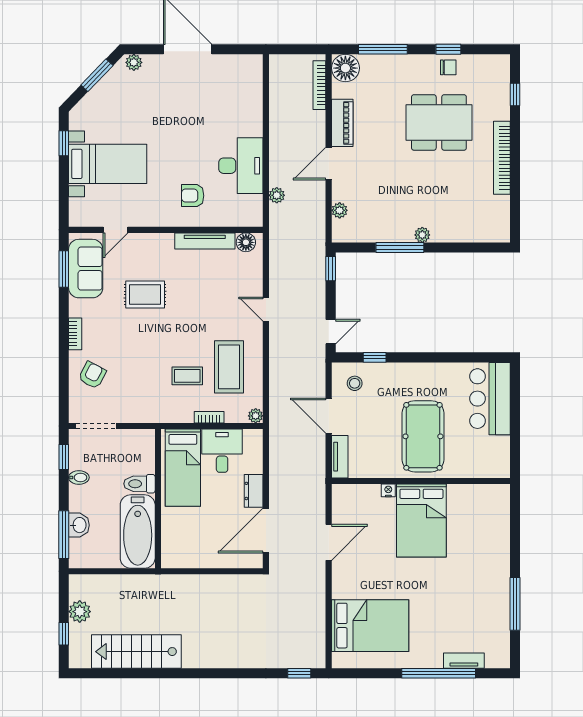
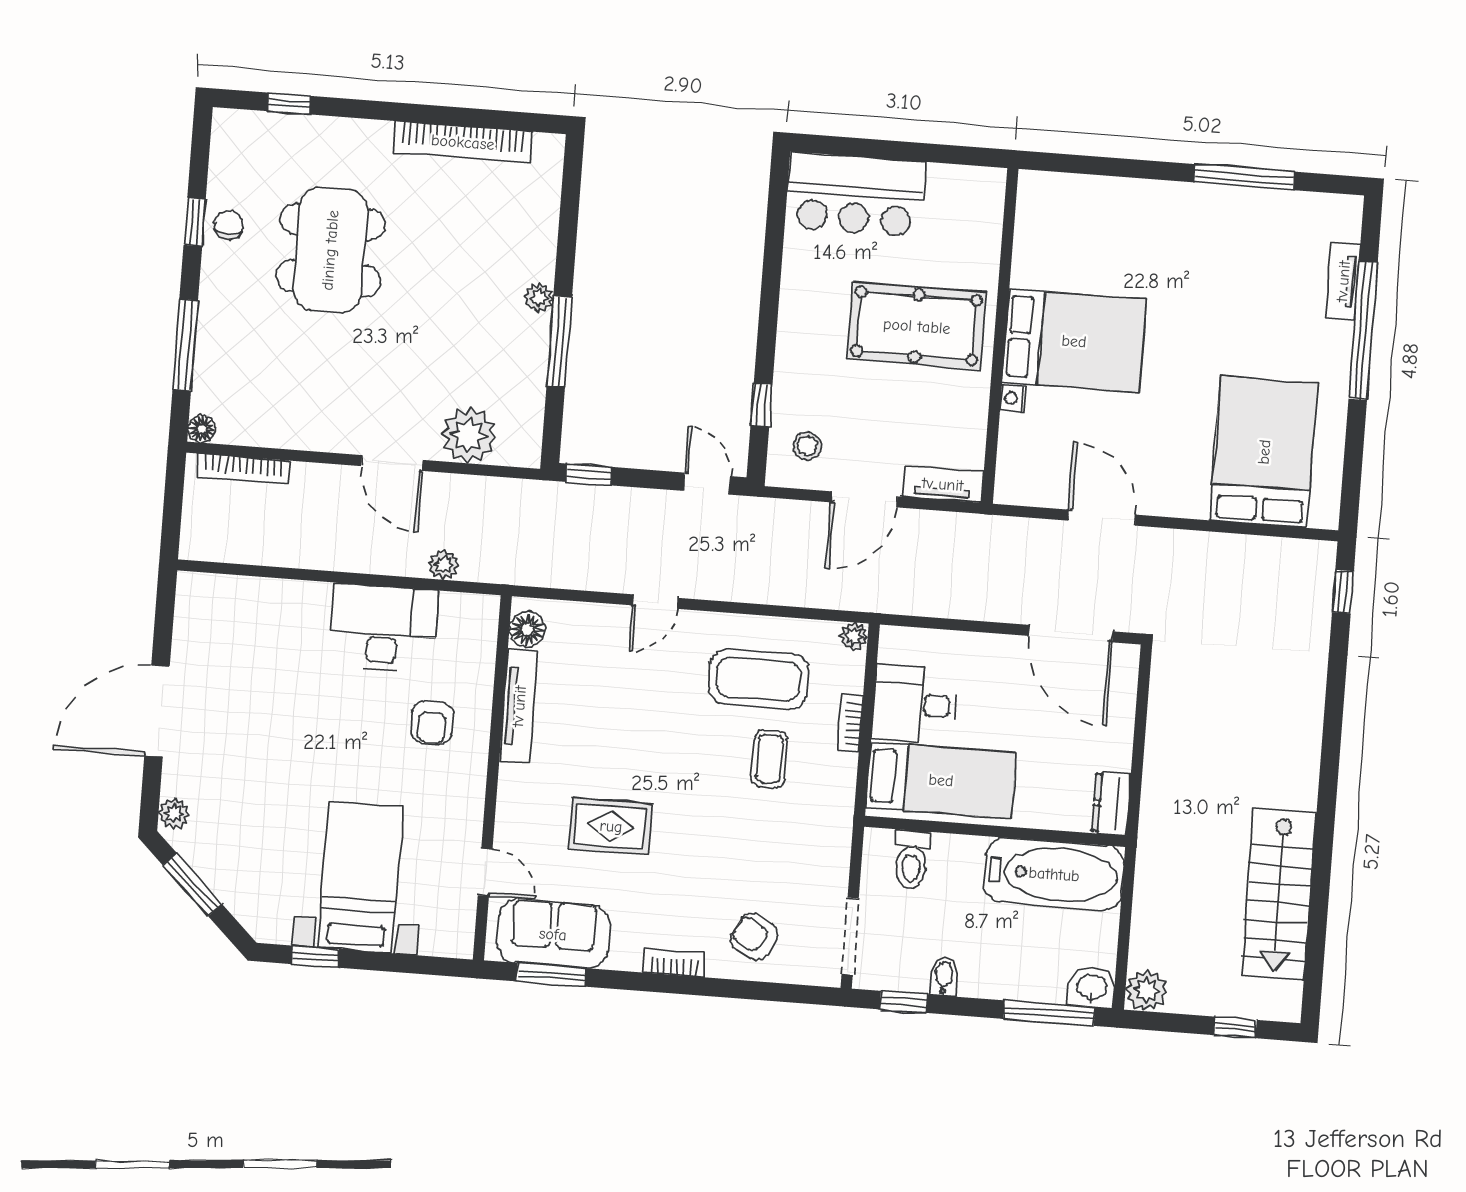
floor lamp: (345, 68) -> (202, 429), width x0.53, depth x0.53
piano: (342, 123) -> (317, 432), removed
bookcase: (502, 158) -> (463, 142), moved
plant: (340, 210) -> (469, 435), width x1.87, depth x1.87
rug: (145, 294) -> (611, 826), turned 90
toilet: (139, 484) -> (911, 860), moved
dresser: (254, 491) -> (1111, 804), moved, turned 90
washbasin: (79, 525) -> (1092, 988), moved
plant: (80, 612) -> (1146, 991), moved

